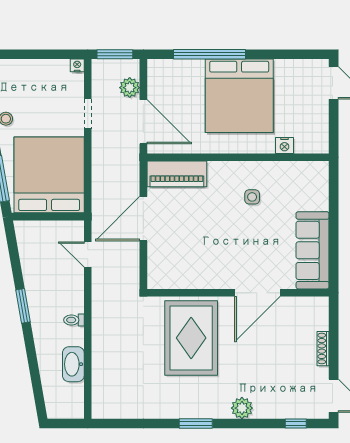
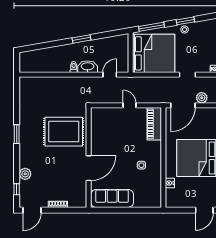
door: (143, 219) -> (130, 105), width x0.53
door: (257, 293) -> (89, 168), swing flipped
washbasin: (73, 364) -> (88, 67), moved
plant: (242, 408) -> (25, 174), moved

